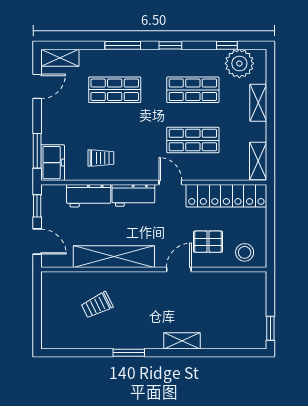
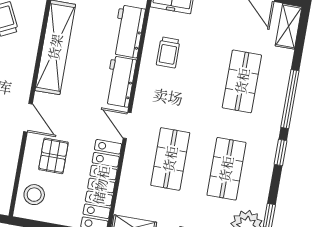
window: (123, 45) -> (290, 99), width x1.44
door: (170, 182) -> (127, 125), swing flipped

